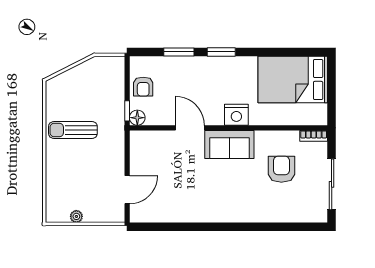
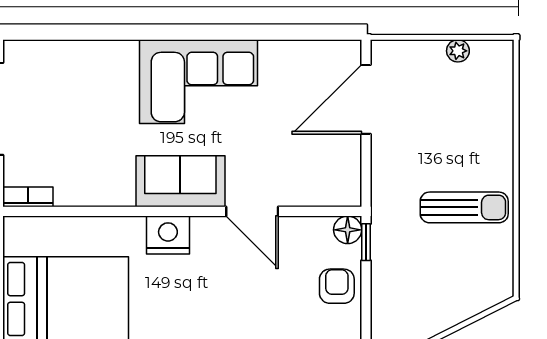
armchair: (281, 169) -> (86, 136), removed
door: (127, 190) -> (366, 99), width x1.36
corner sofa: (220, 199) -> (198, 82), added

